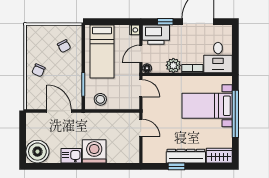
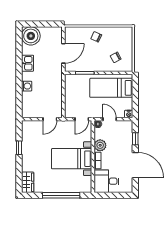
printer: (156, 35) -> (125, 131), removed
stool: (100, 99) -> (73, 87), removed
bed with nightstands: (207, 106) -> (72, 159), moved, turned -90
washing machine: (94, 151) -> (27, 86), width x0.53, depth x0.53
dresser: (186, 156) -> (27, 155), removed

